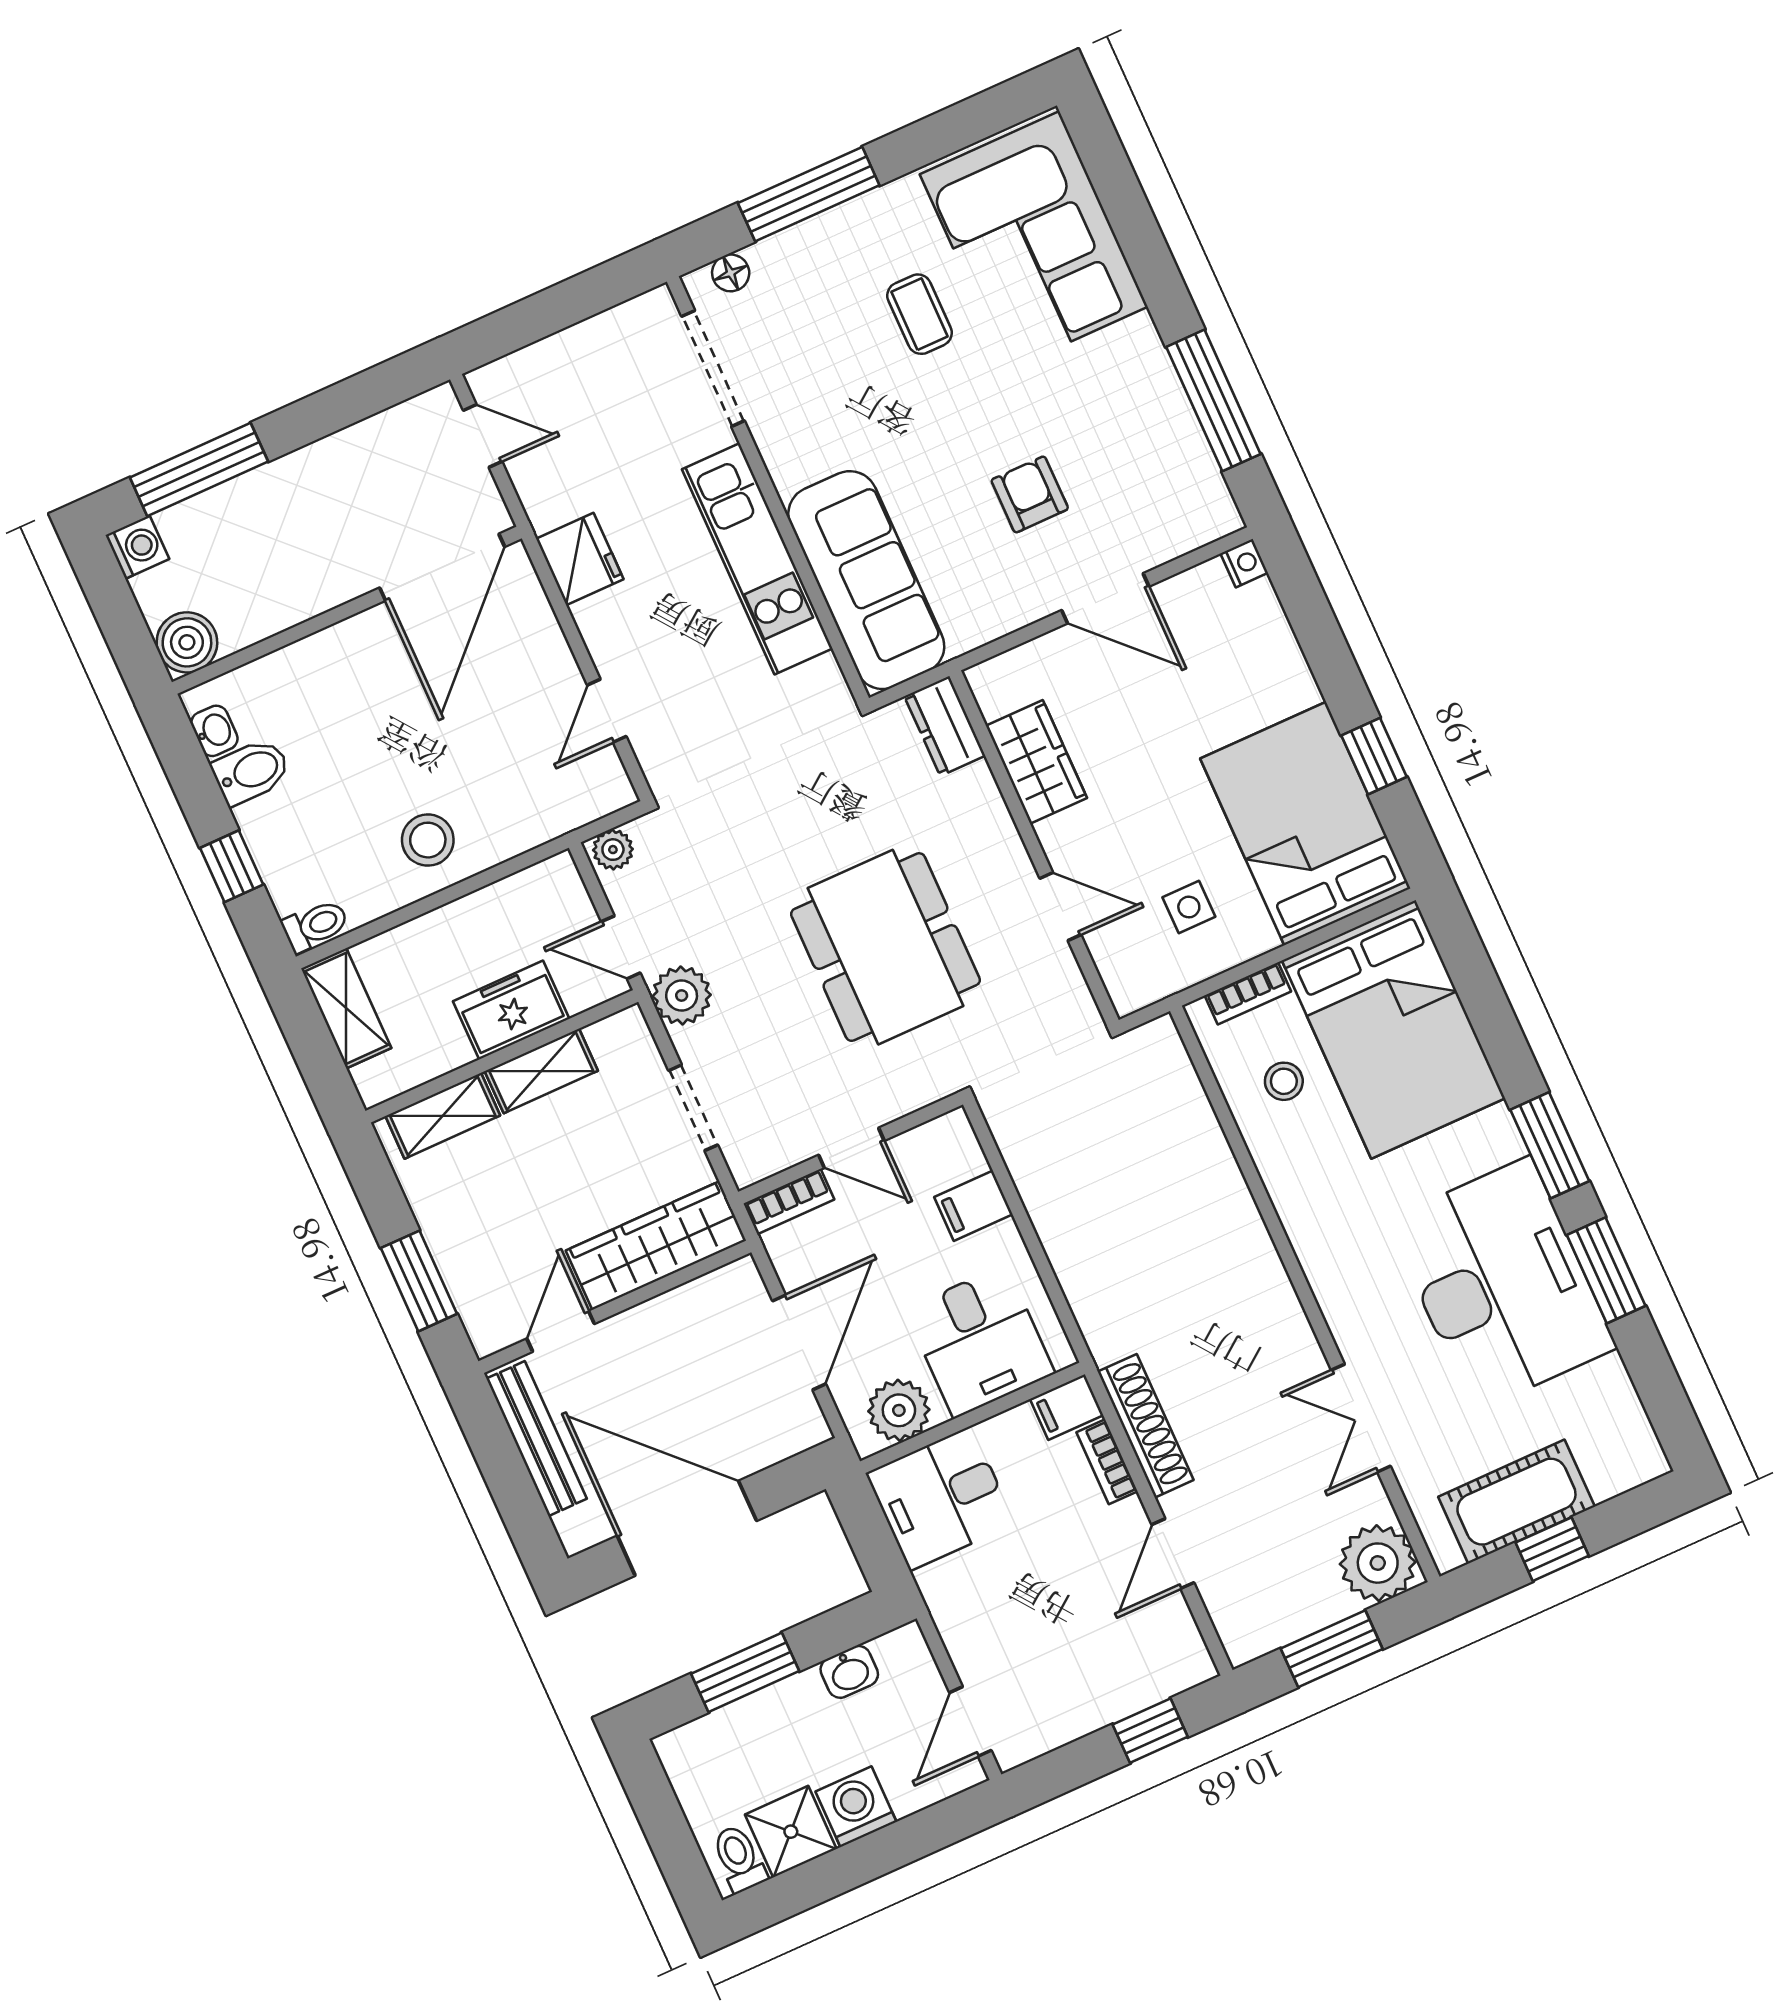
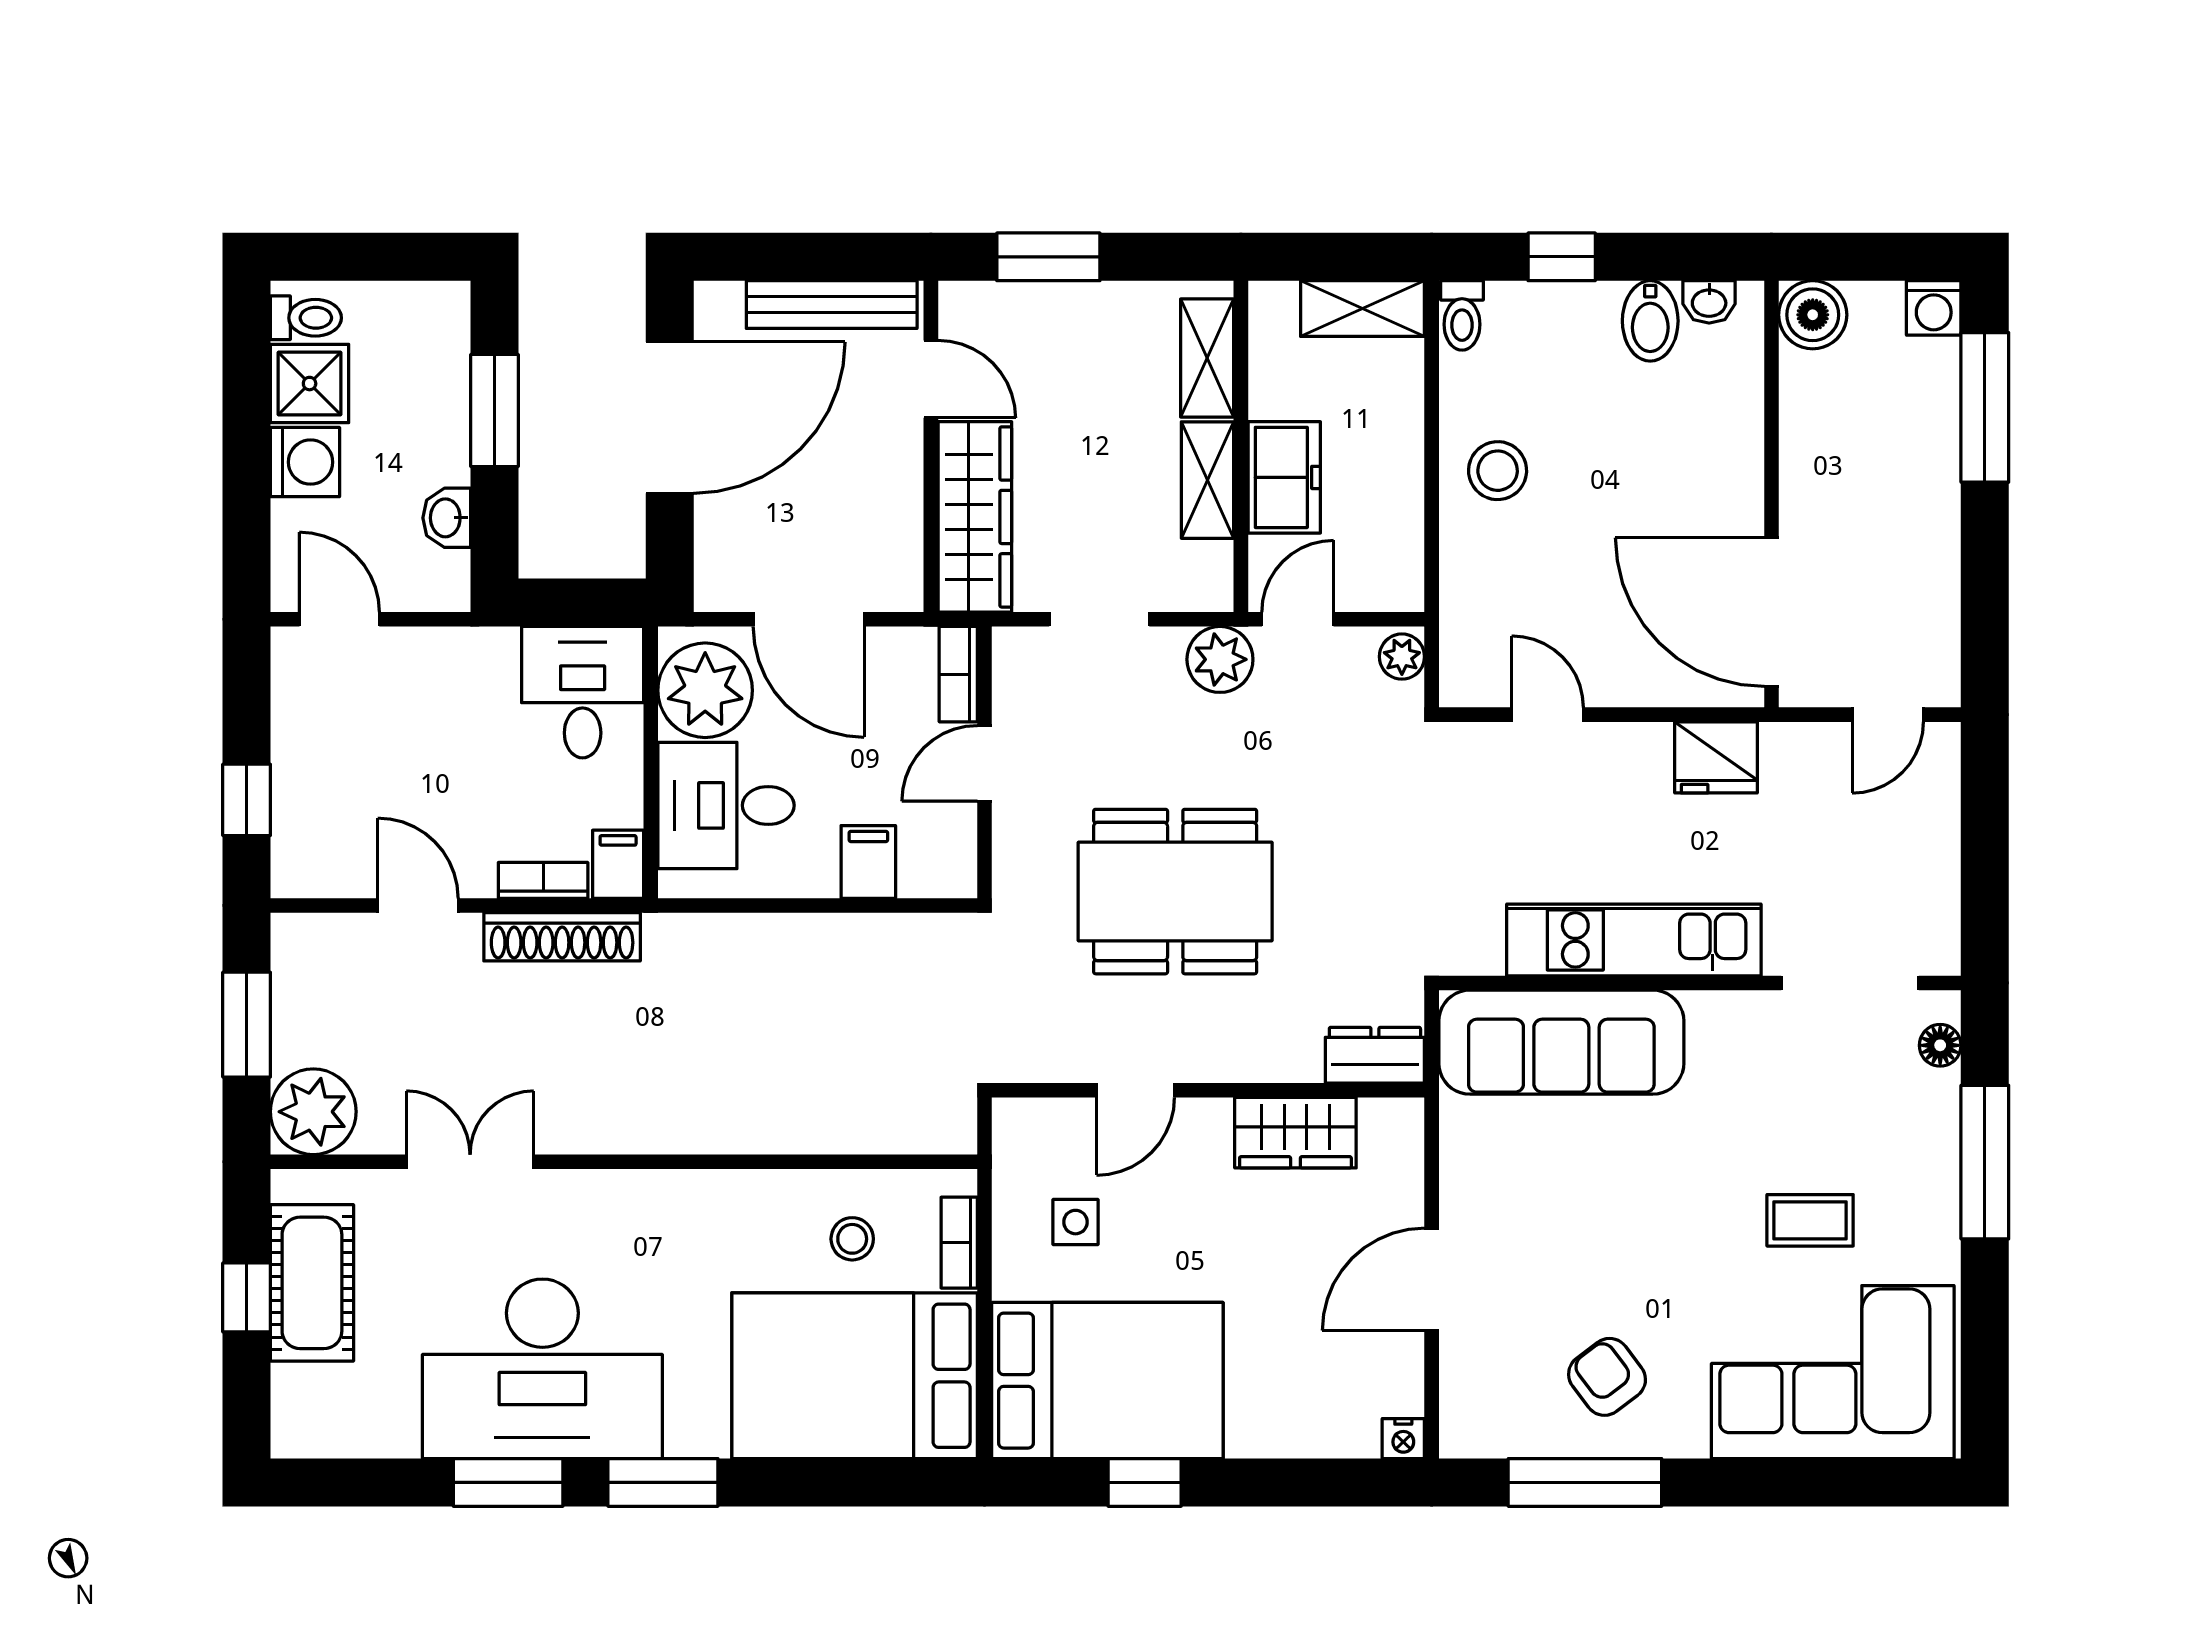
armchair: (1030, 494) -> (1607, 1377), moved, turned -127
plant: (899, 1410) -> (705, 690), width x1.36, depth x1.36

